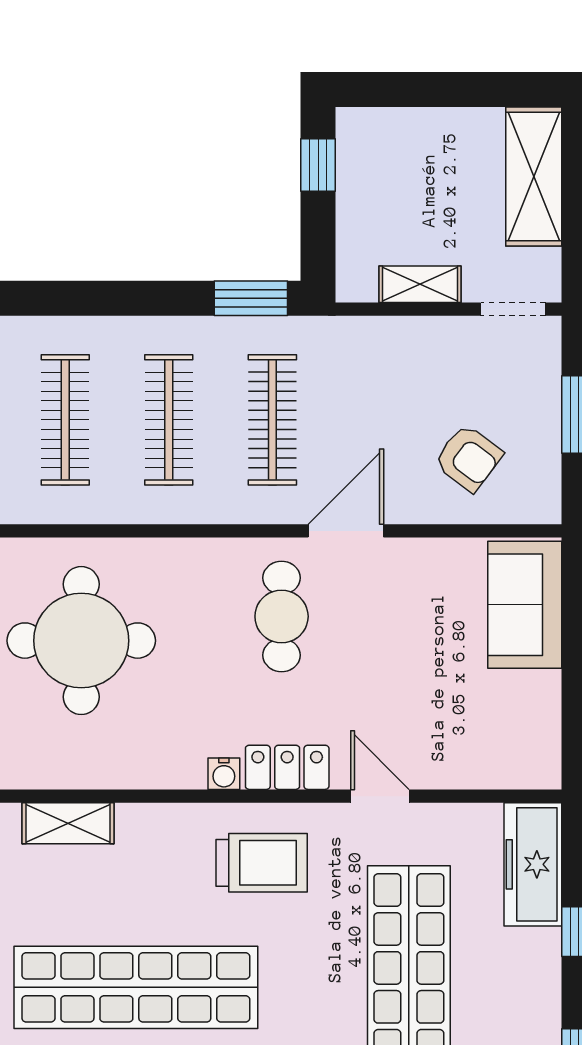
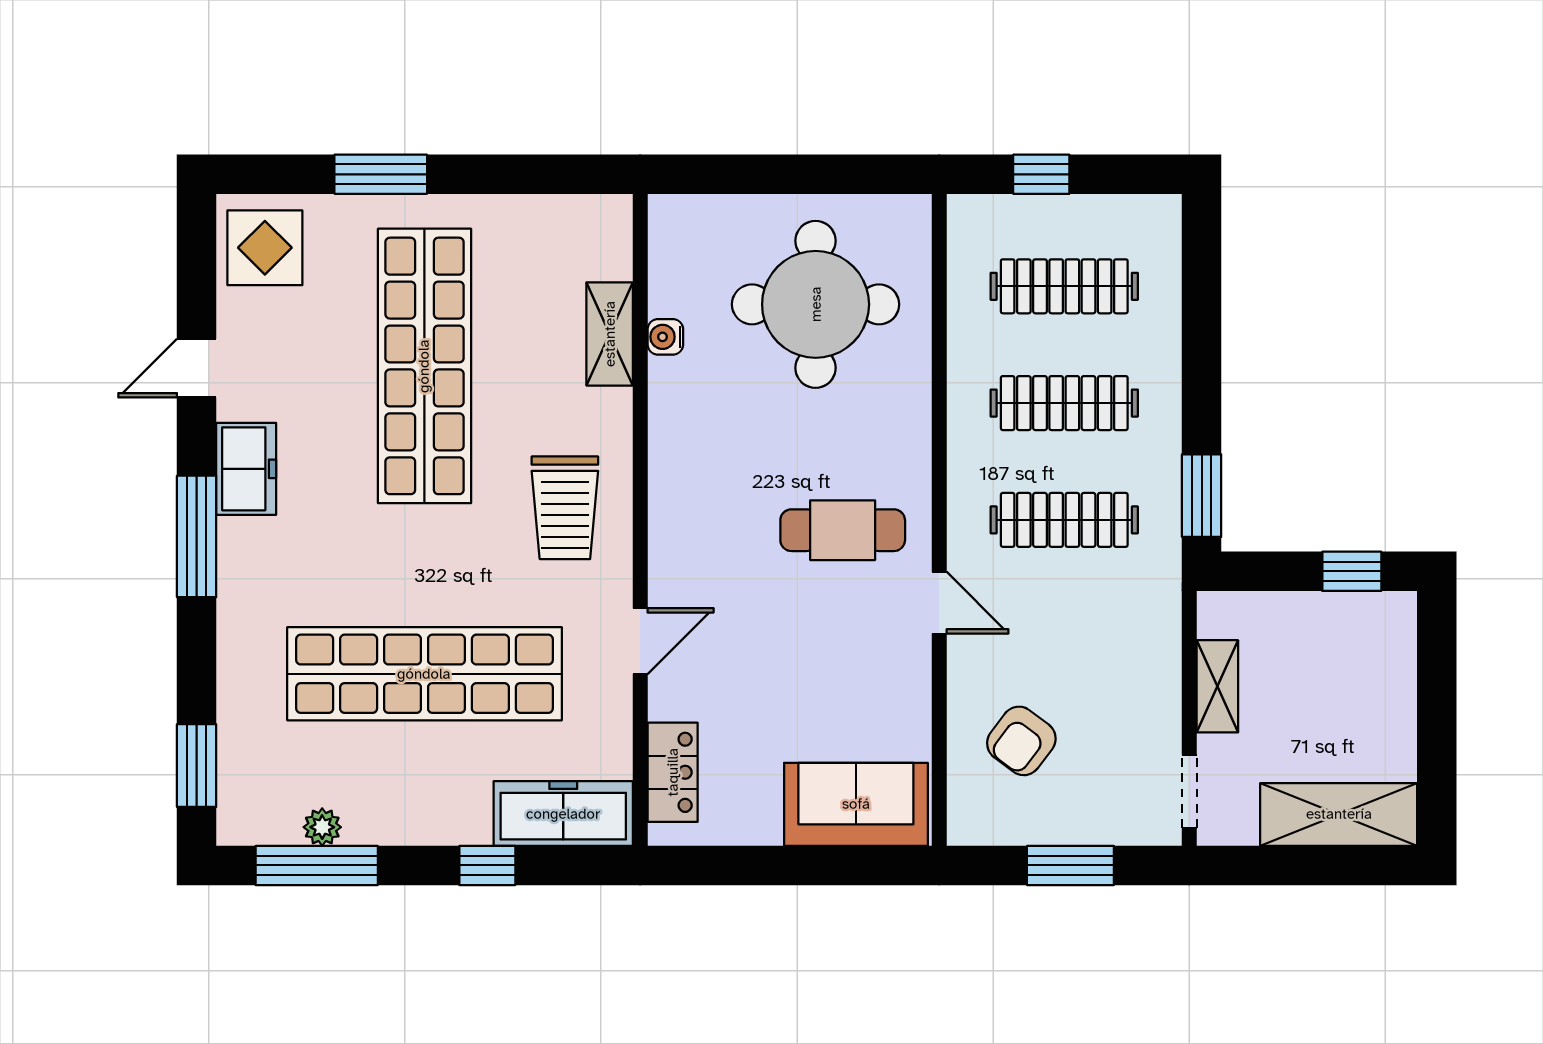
door: (346, 531) -> (939, 603), width x0.73
locker: (287, 767) -> (673, 772), moved
water cooler: (224, 774) -> (665, 337), moved
shelving: (68, 823) -> (610, 334), moved

